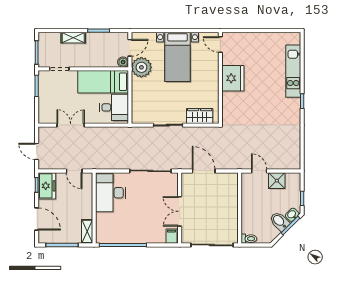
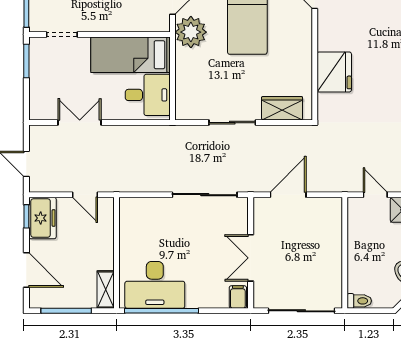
boiler: (123, 62) -> (162, 24), removed
fridge: (233, 78) -> (334, 72), moved
door: (204, 171) -> (288, 195), hinge flipped
desk: (111, 193) -> (155, 285), moved, turned -90

